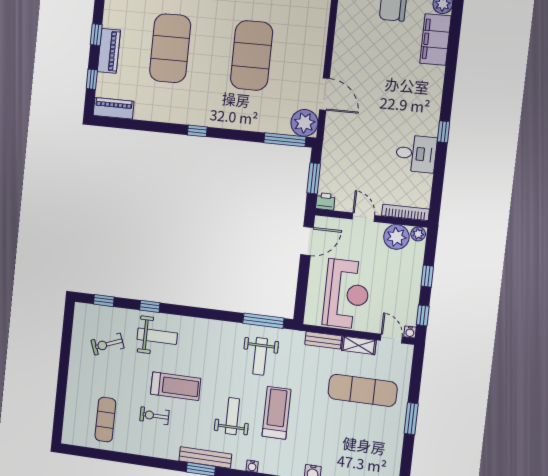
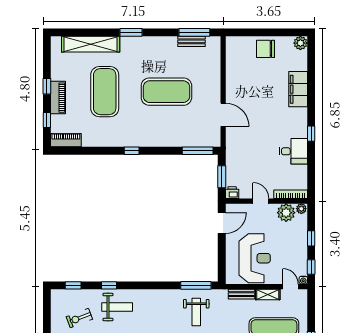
filing cabinet: (435, 40) -> (298, 89), moved
exercise mat: (252, 55) -> (166, 92), turned 90
plant: (304, 123) -> (211, 137), removed

